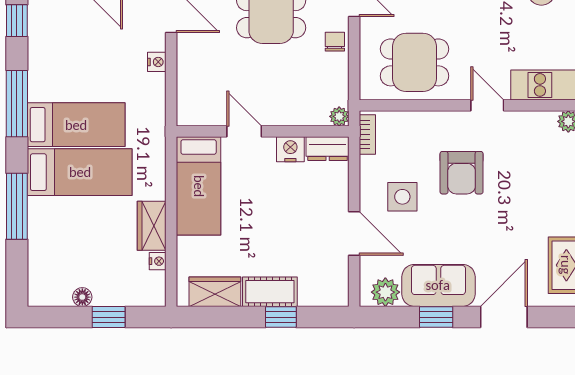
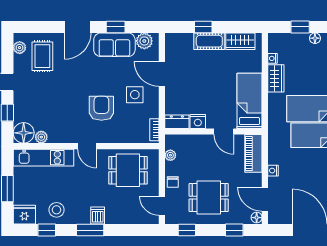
piano: (192, 92) -> (253, 153), added
plant: (339, 116) -> (170, 155), moved

